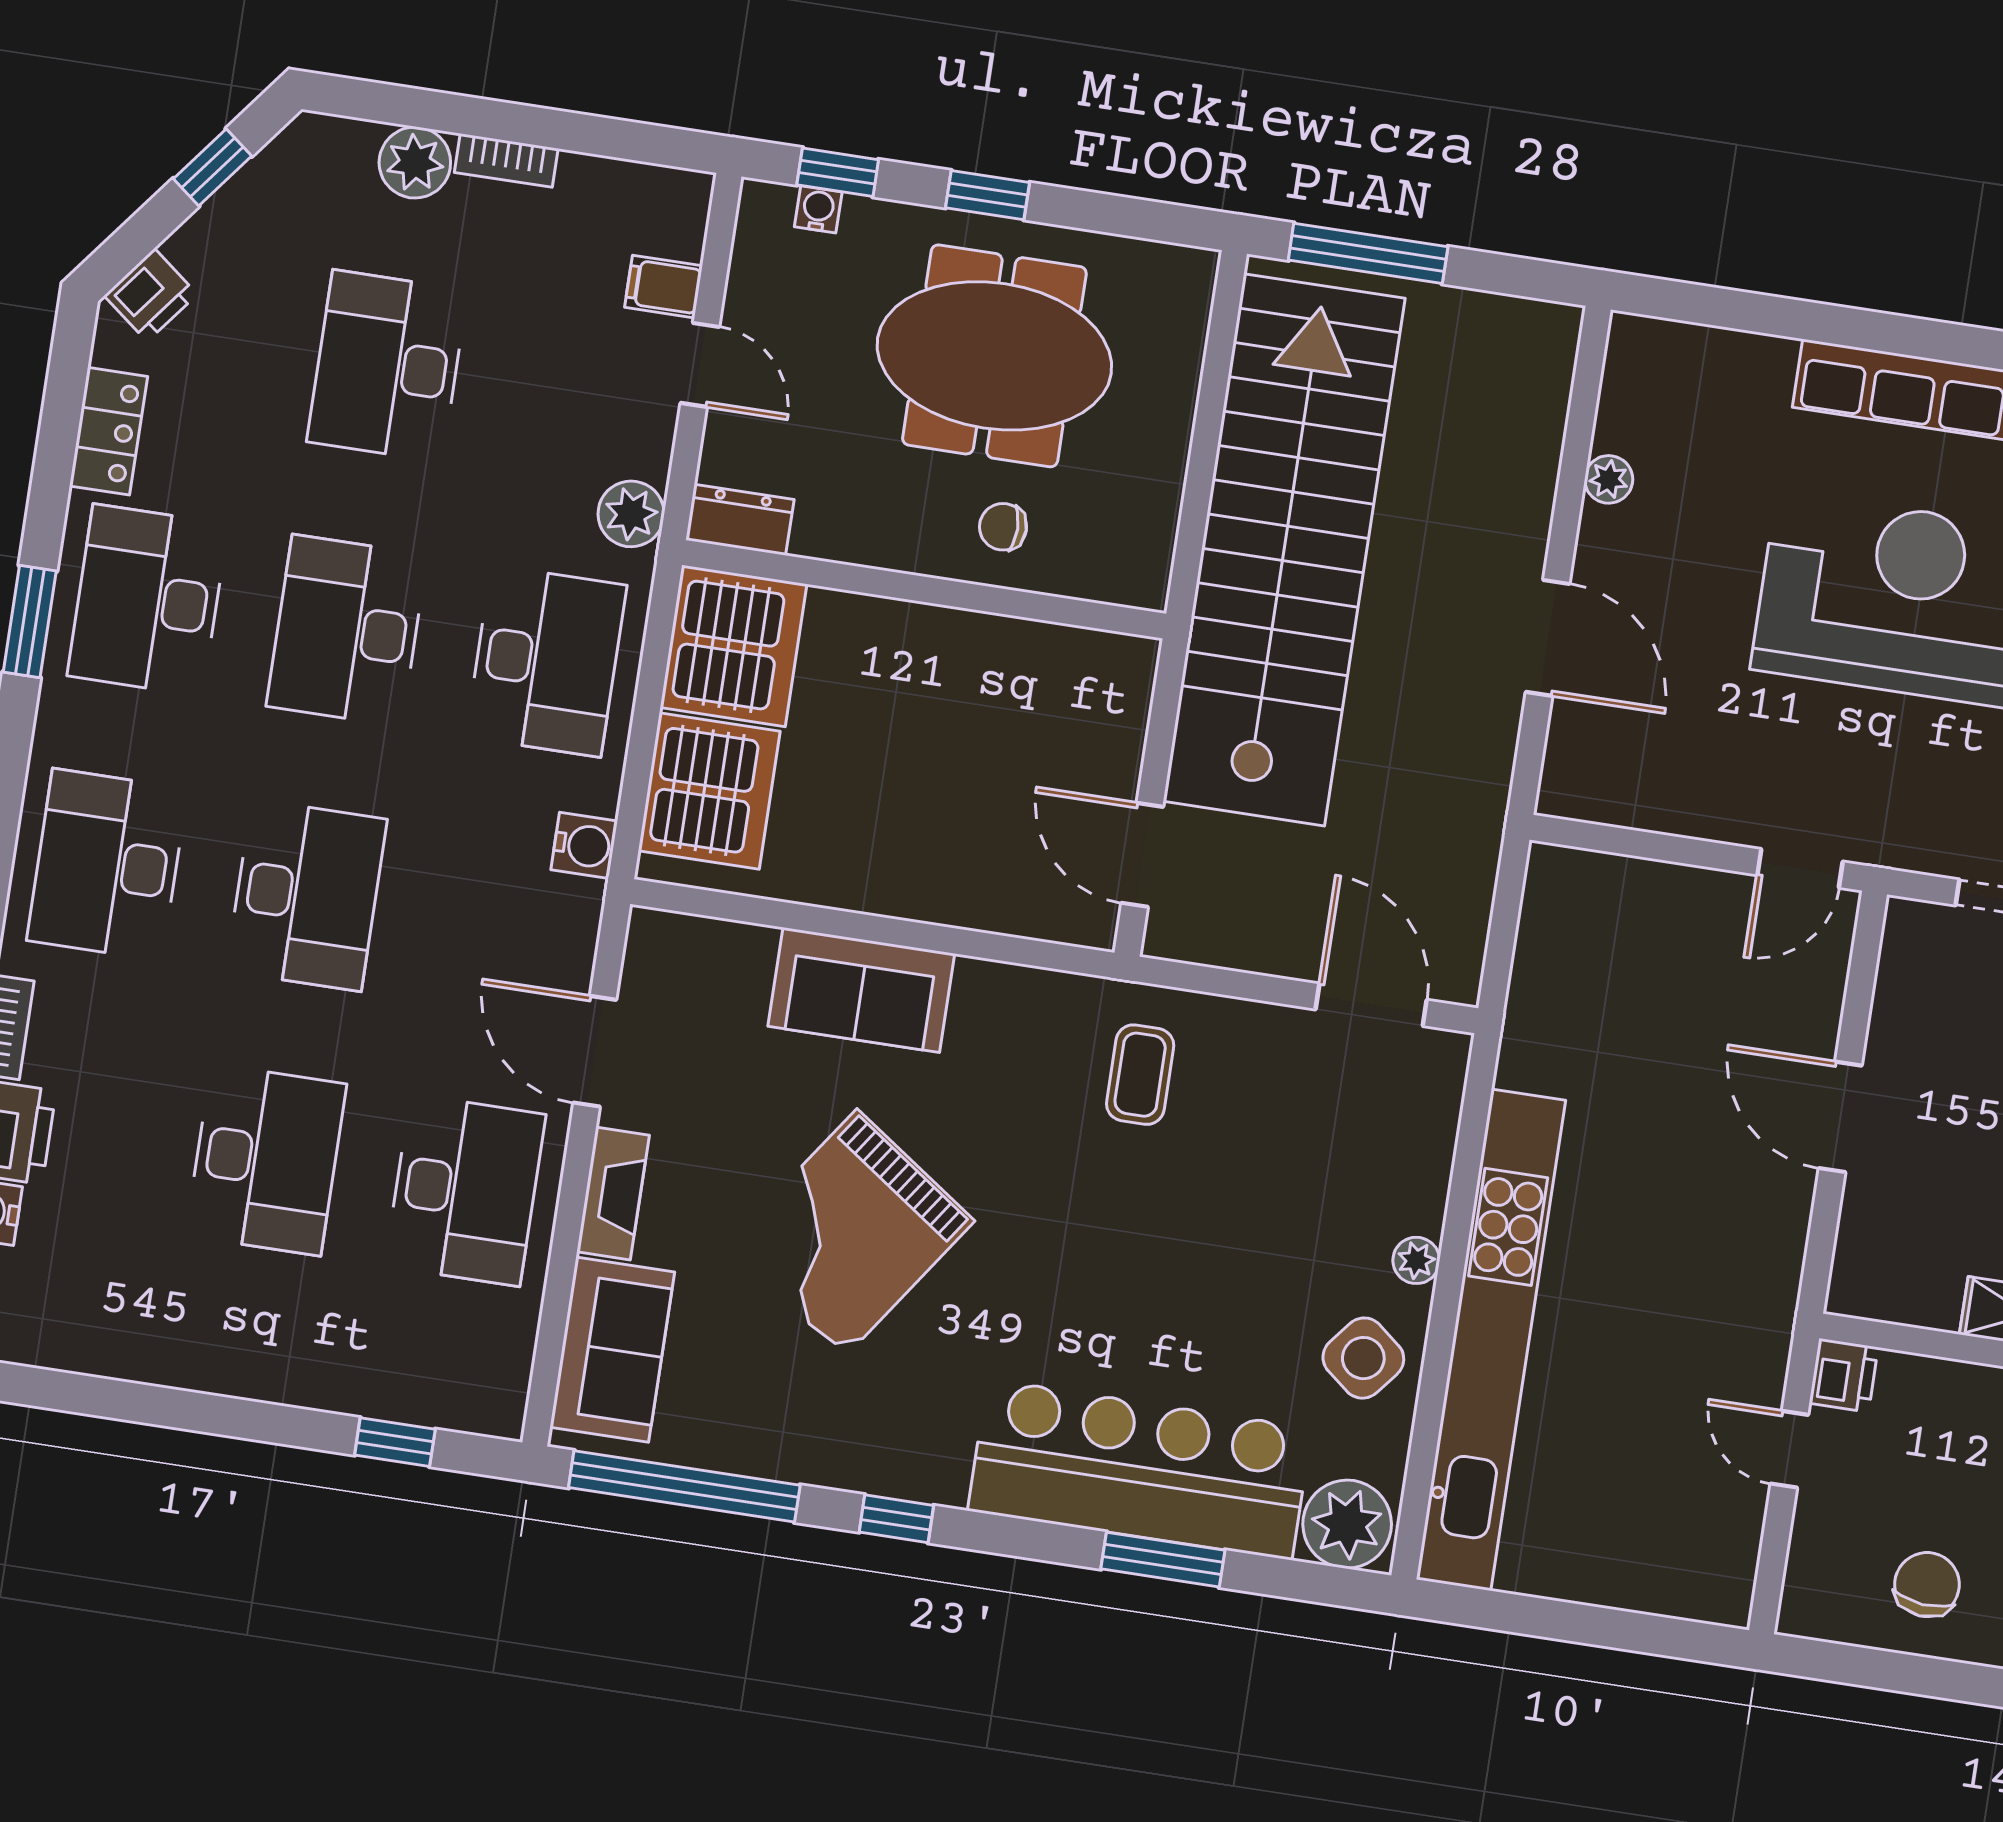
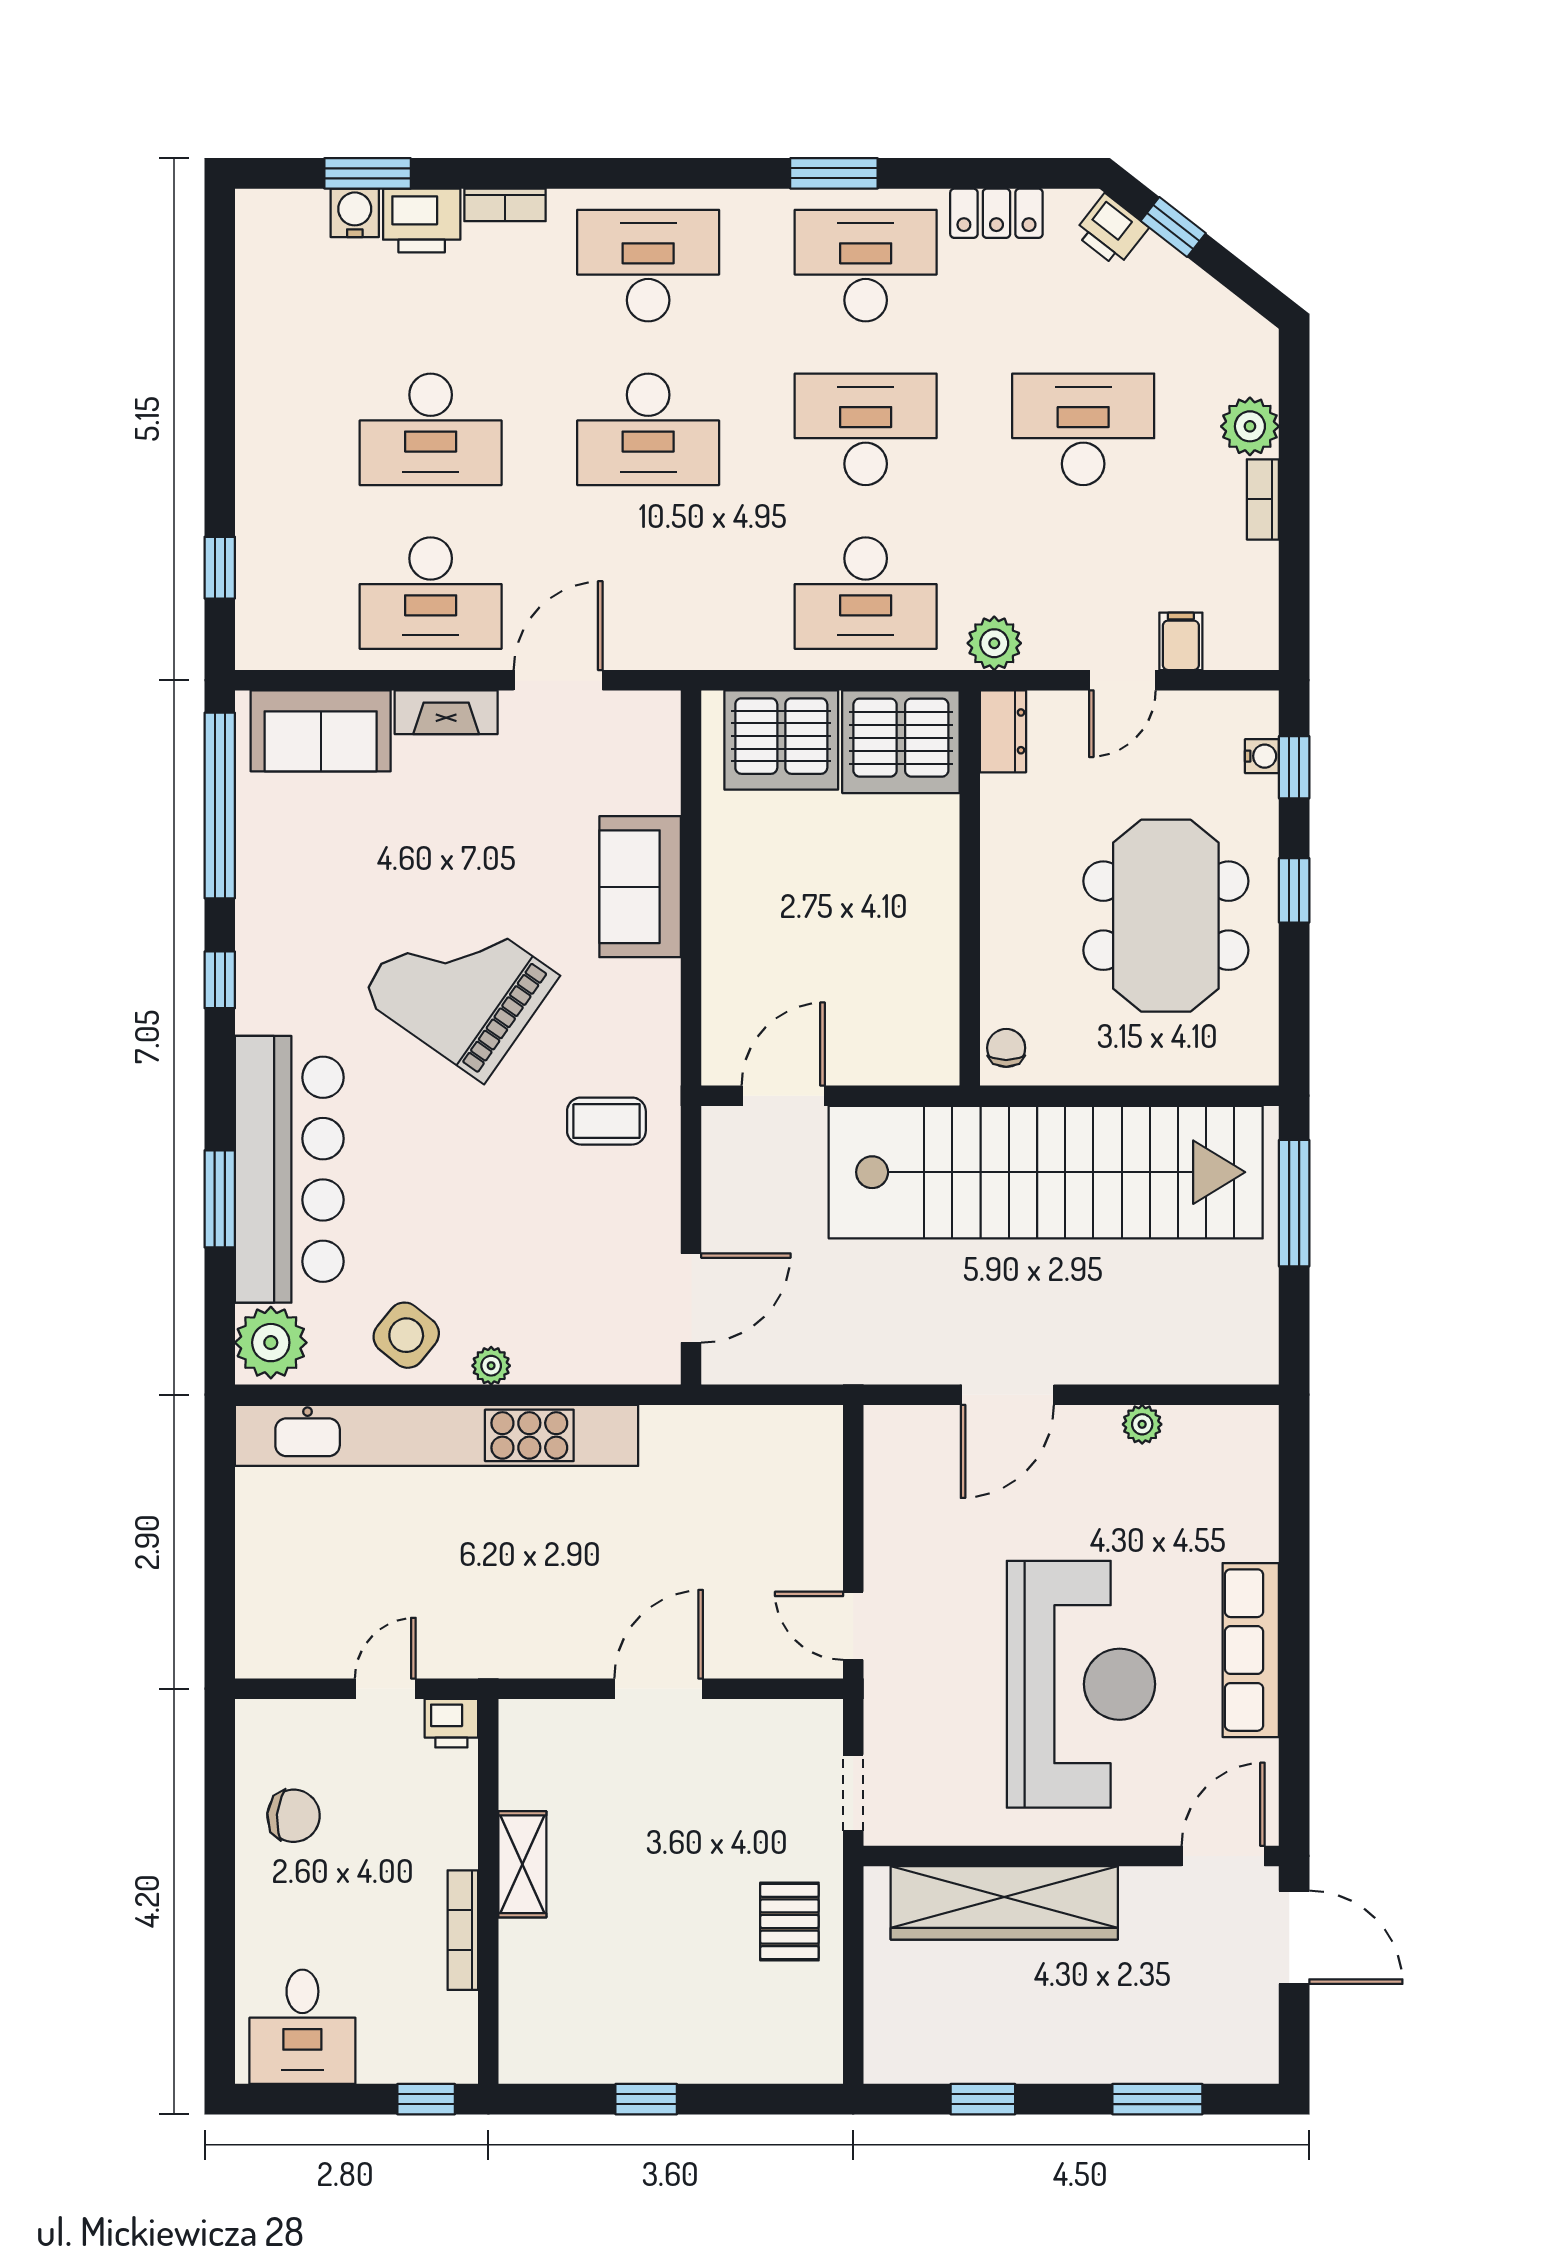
window: (212, 167) -> (1173, 227), moved
chair: (1003, 527) -> (1006, 1048), moved
water cooler: (584, 845) -> (722, 646), removed
grand piano: (851, 1233) -> (459, 986), moved

